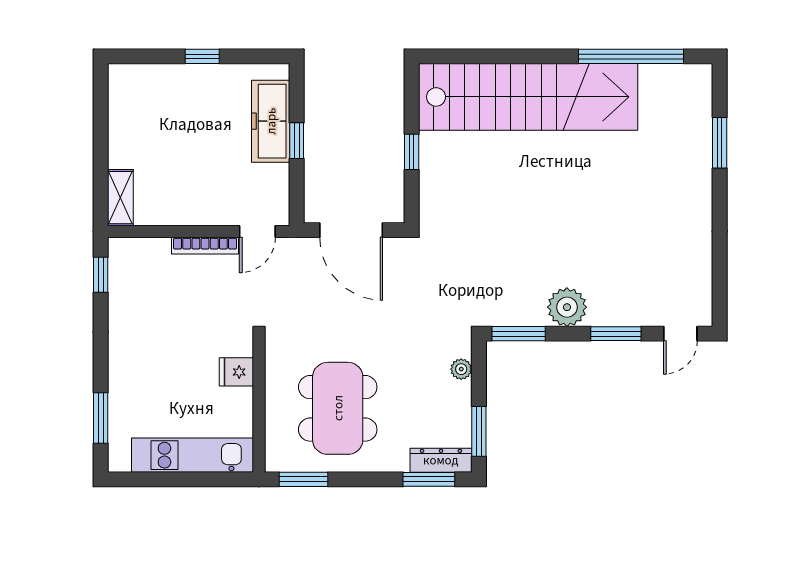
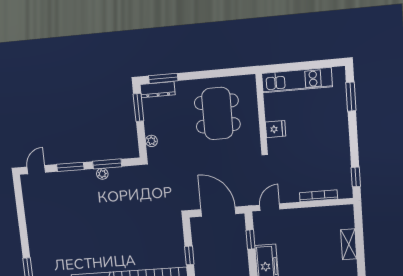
window: (297, 141) -> (250, 239), moved
shelving: (120, 198) -> (349, 244), moved
bookcase: (205, 246) -> (319, 196), moved
plant: (567, 307) -> (102, 174), width x0.53, depth x0.53
window: (519, 334) -> (107, 164), moved
window: (303, 479) -> (233, 72), removed

